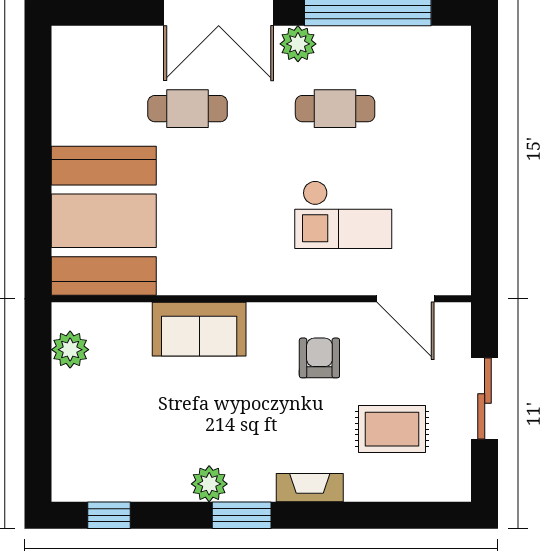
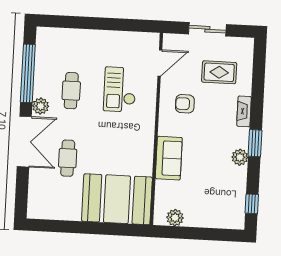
checkout: (343, 215) -> (120, 89), turned 180
rug: (392, 429) -> (219, 72), turned 90

